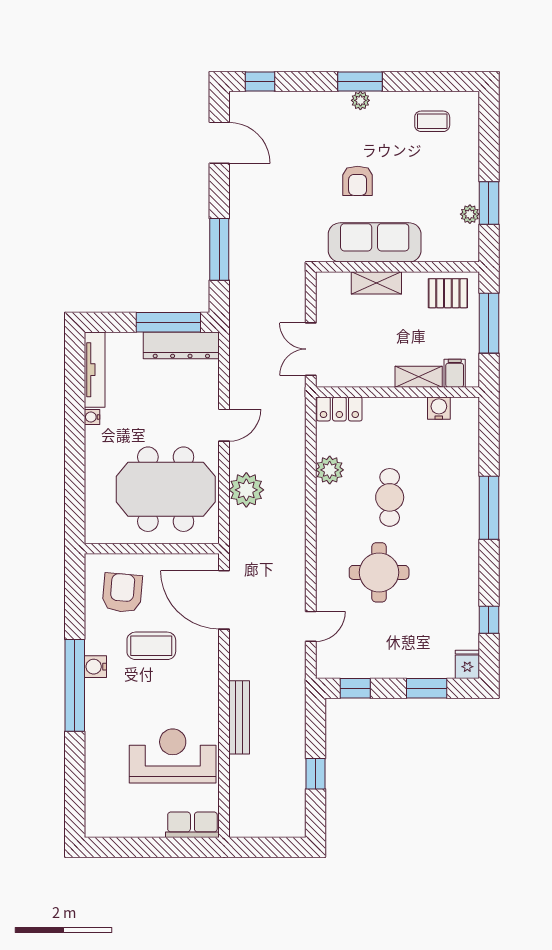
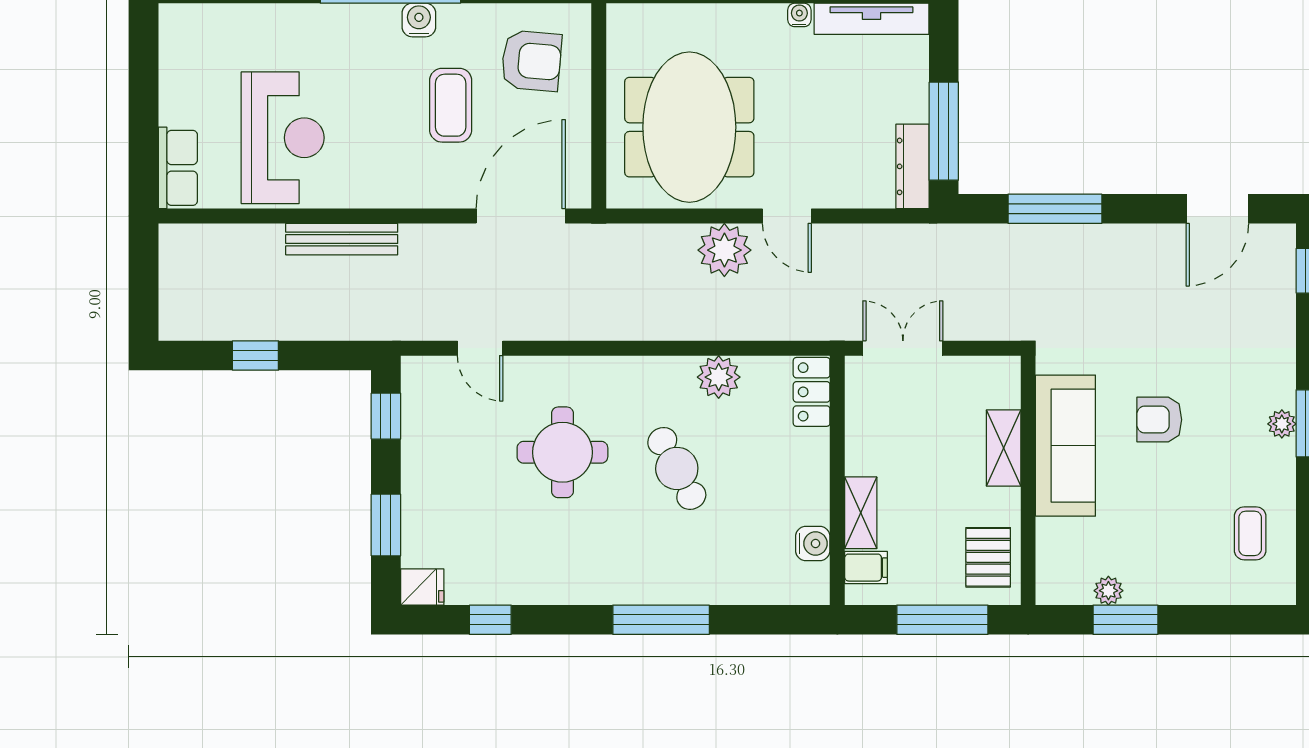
dresser: (181, 345) -> (912, 166), width x0.73, depth x0.80
plant: (246, 490) -> (724, 250), moved
cafe table: (390, 497) -> (677, 468), turned 62

